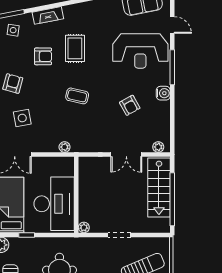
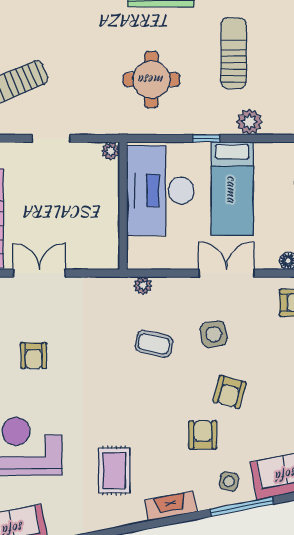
rug: (75, 48) -> (114, 471), moved
armchair: (43, 56) -> (203, 435), moved, turned 90
coffee table: (77, 96) -> (154, 344), moved
armchair: (130, 105) -> (34, 356), turned -151

